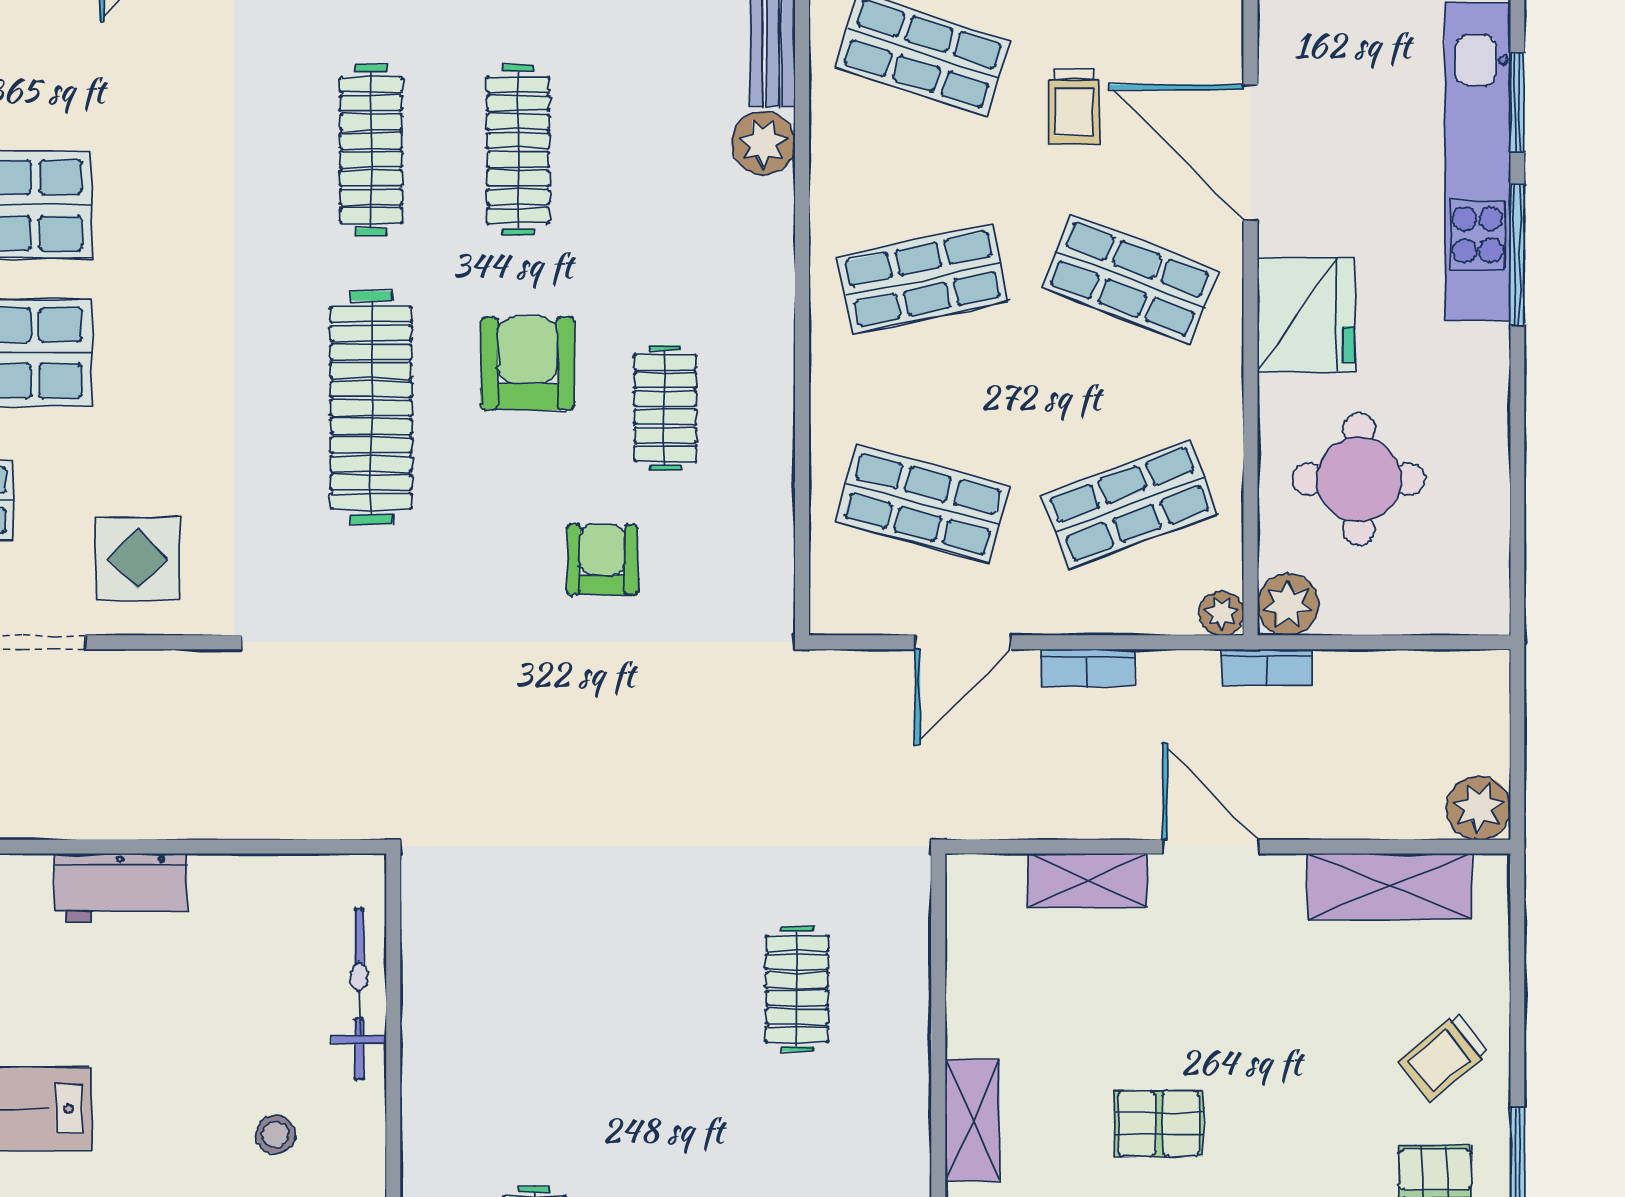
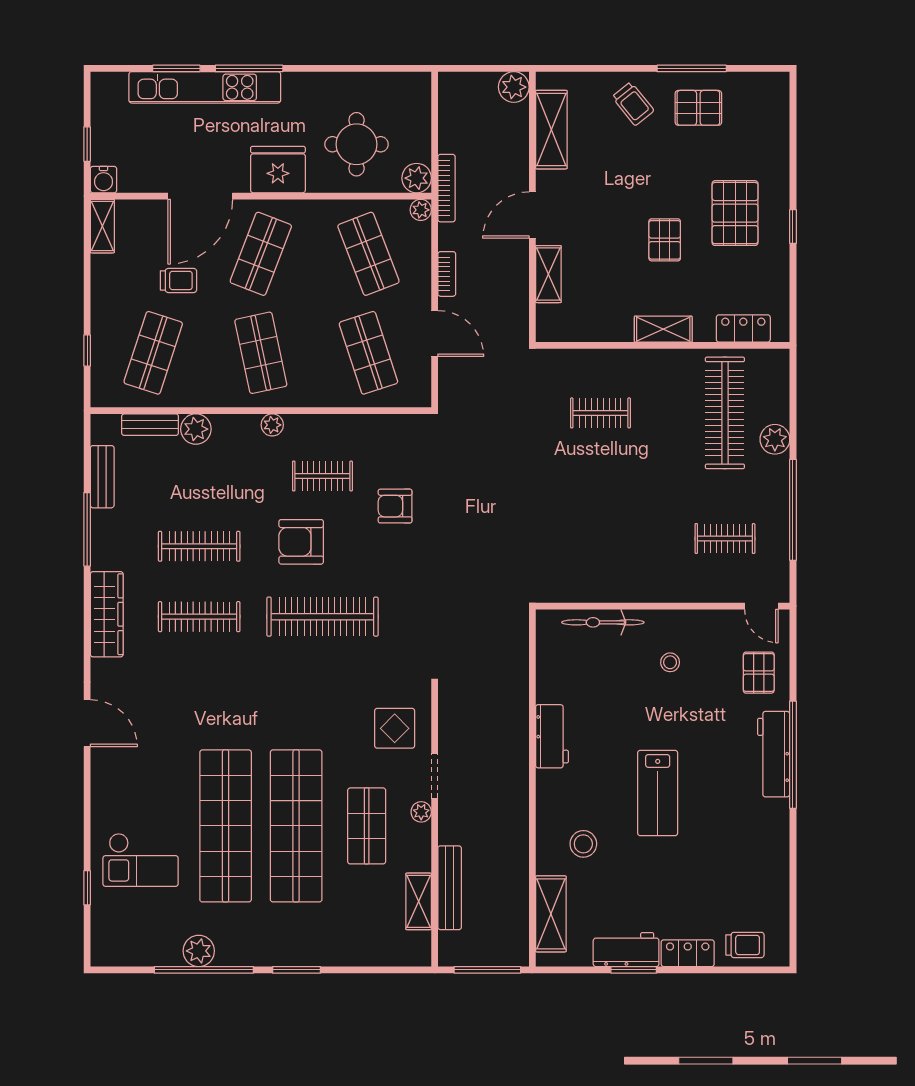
plant: (772, 303) -> (272, 425), added
shop shelf: (923, 504) -> (368, 353), turned -33
bookcase: (1267, 667) -> (446, 188), width x1.56

